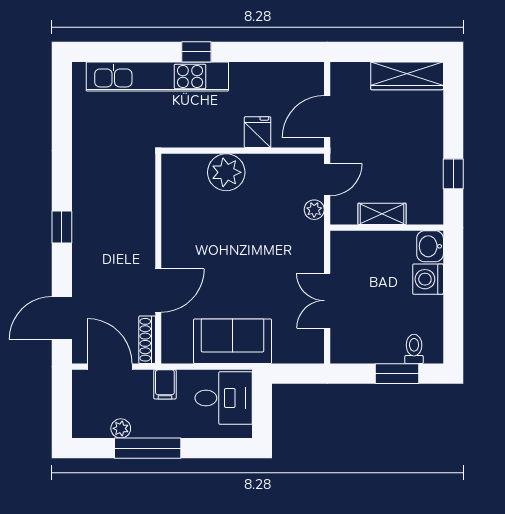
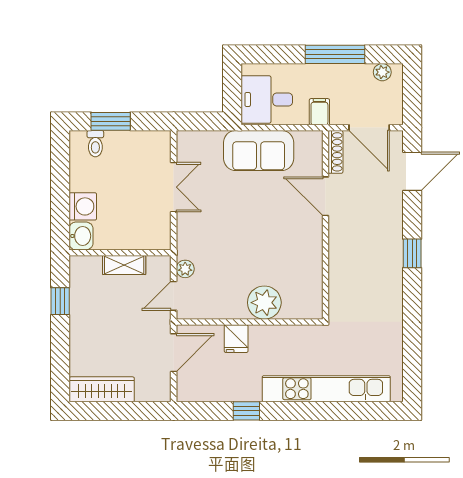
window: (196, 52) -> (246, 411), moved
door: (158, 290) -> (325, 196), hinge flipped
plant: (121, 428) -> (382, 72), moved

